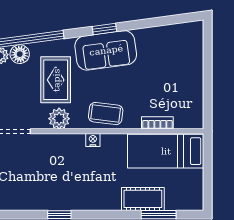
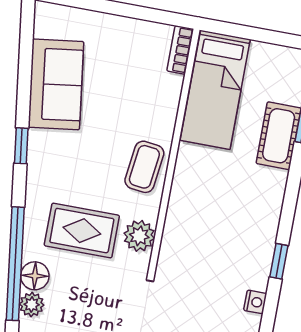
sofa: (106, 50) -> (56, 84), moved
bookcase: (157, 123) -> (180, 50), moved
nightstand: (93, 140) -> (255, 302), moved, turned 180

